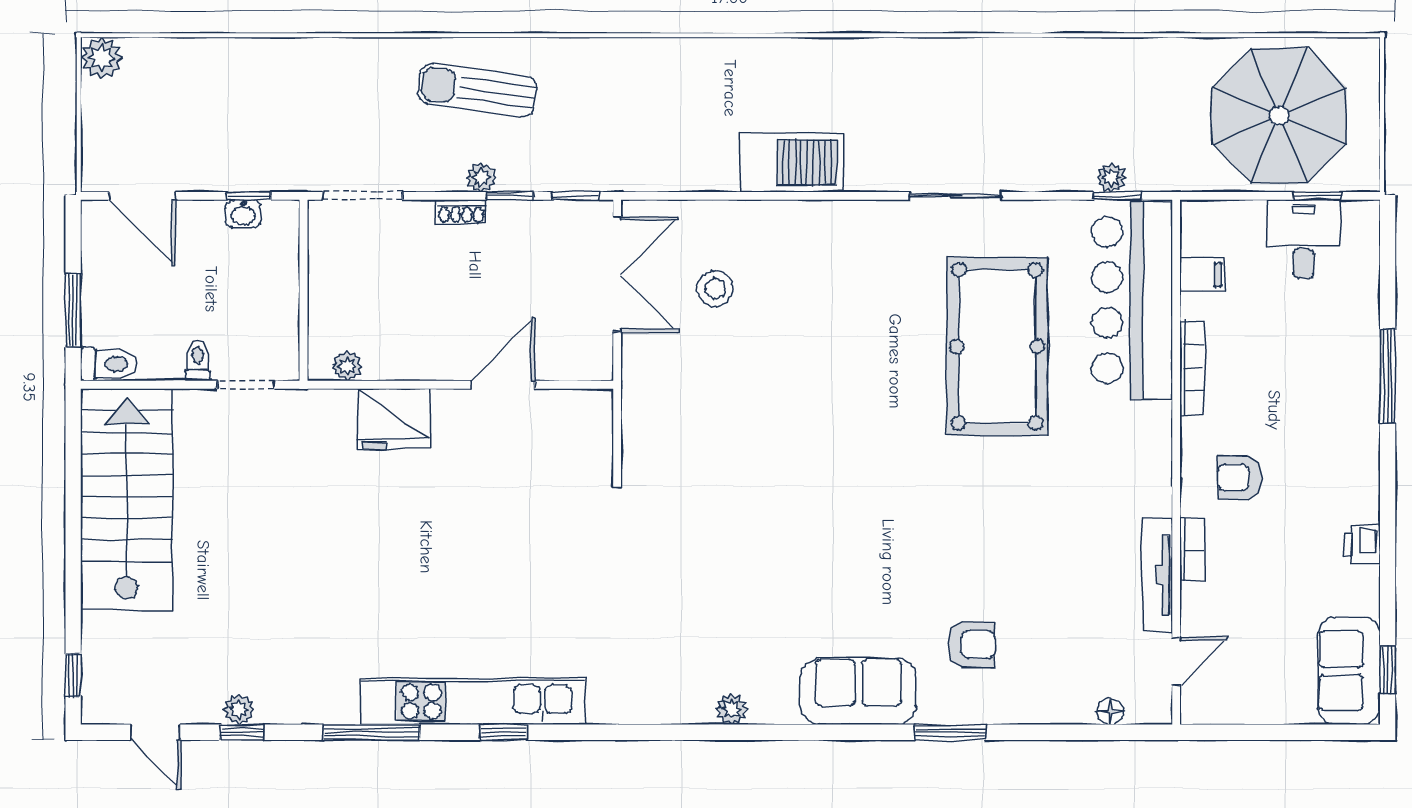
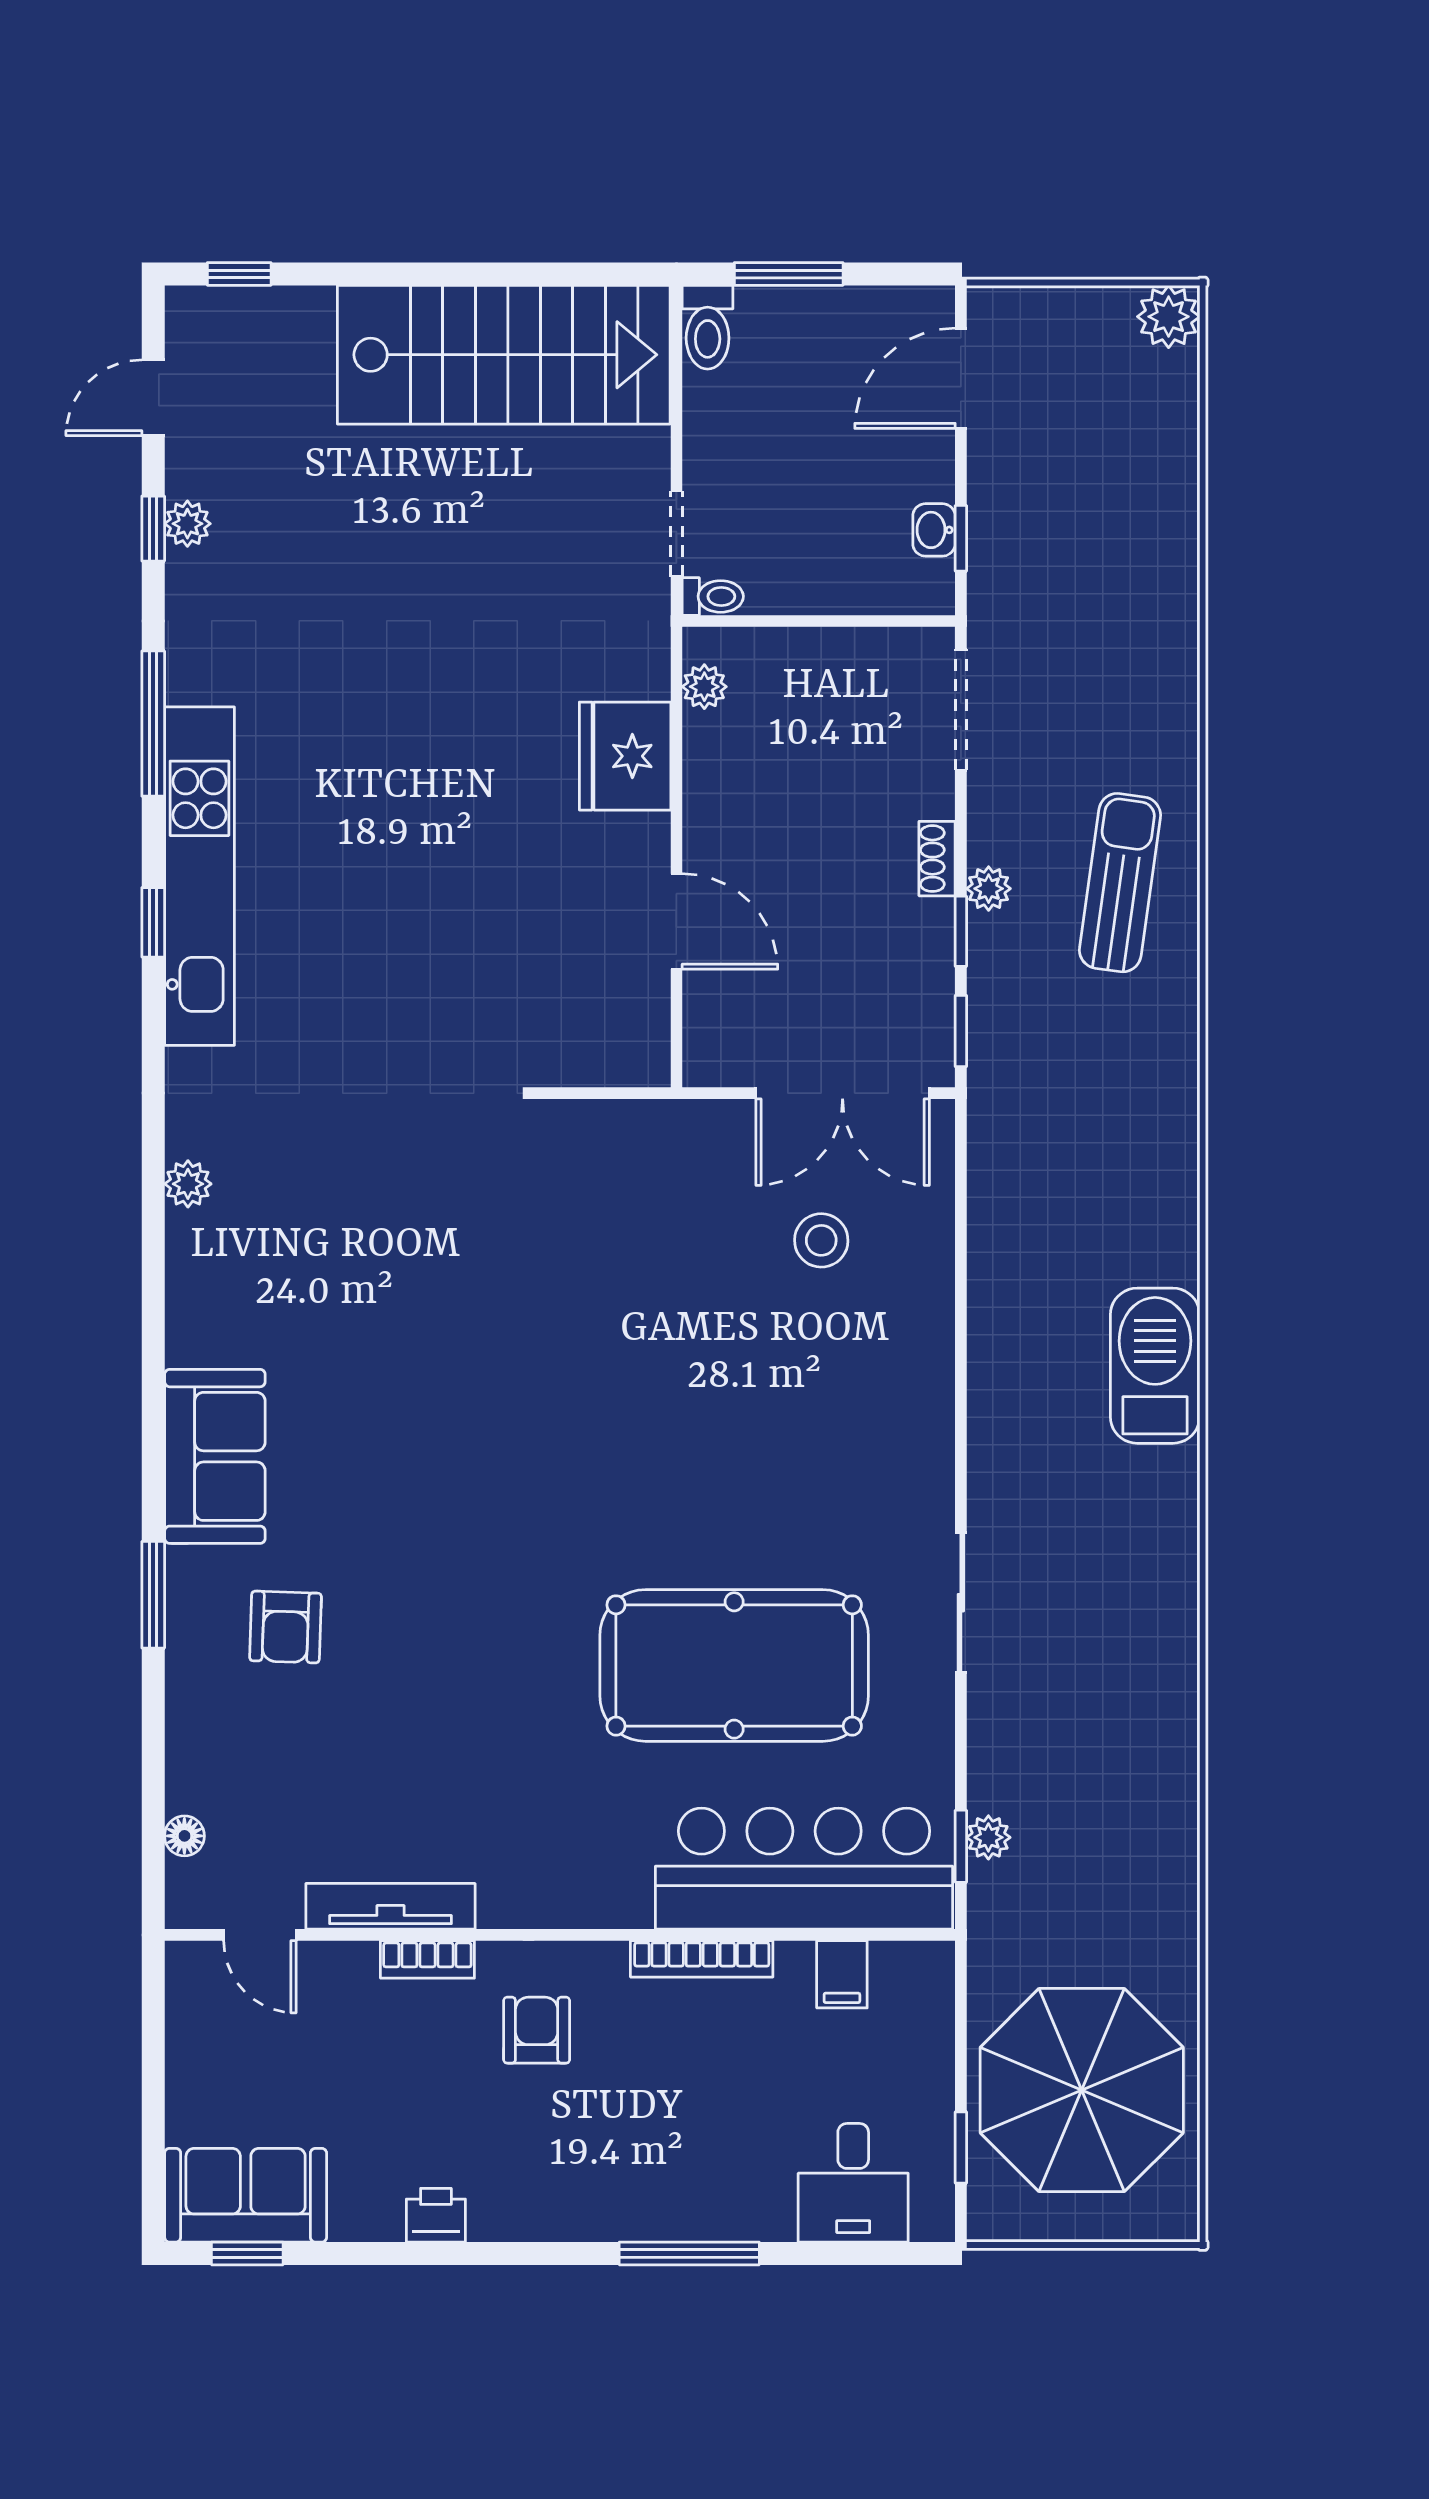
barbecue: (792, 162) -> (1155, 1366), moved, turned 180
desk: (1304, 239) -> (853, 2183), moved, turned 90
toilet: (198, 361) -> (713, 596), moved
plant: (731, 709) -> (188, 1184), moved

